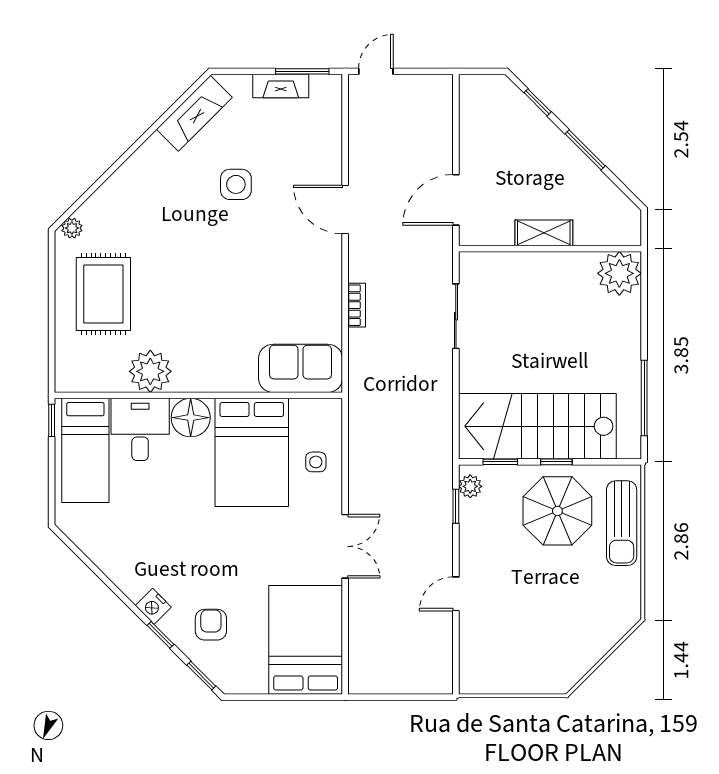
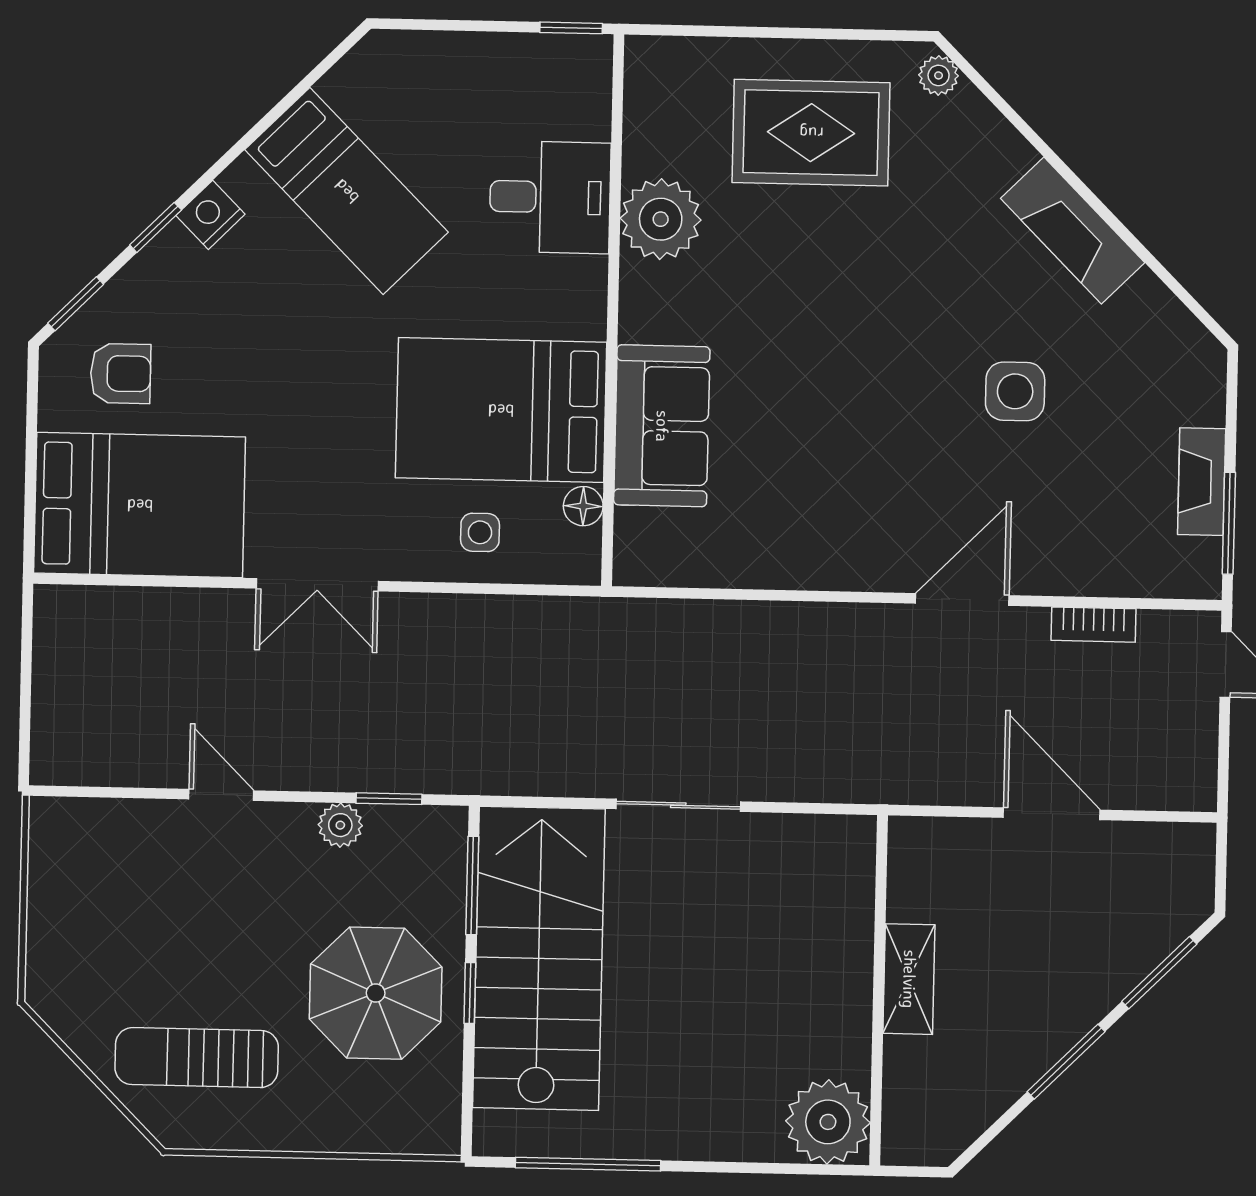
window: (538, 102) -> (1159, 973), width x1.50
fireplace: (194, 113) -> (1073, 230), moved
door: (456, 200) -> (1052, 814), moved
bookcase: (357, 305) -> (1093, 625), moved
sliding door: (456, 316) -> (678, 805), moved
sofa: (300, 368) -> (662, 426), moved
floor lamp: (191, 418) -> (583, 506), moved, width x0.53, depth x0.53
bed: (85, 450) -> (347, 191), moved, turned -135
window: (500, 462) -> (472, 885), width x1.50
plant: (470, 486) -> (340, 825), moved
sun lounger: (622, 523) -> (197, 1058), moved
armchair: (211, 625) -> (121, 373), moved

